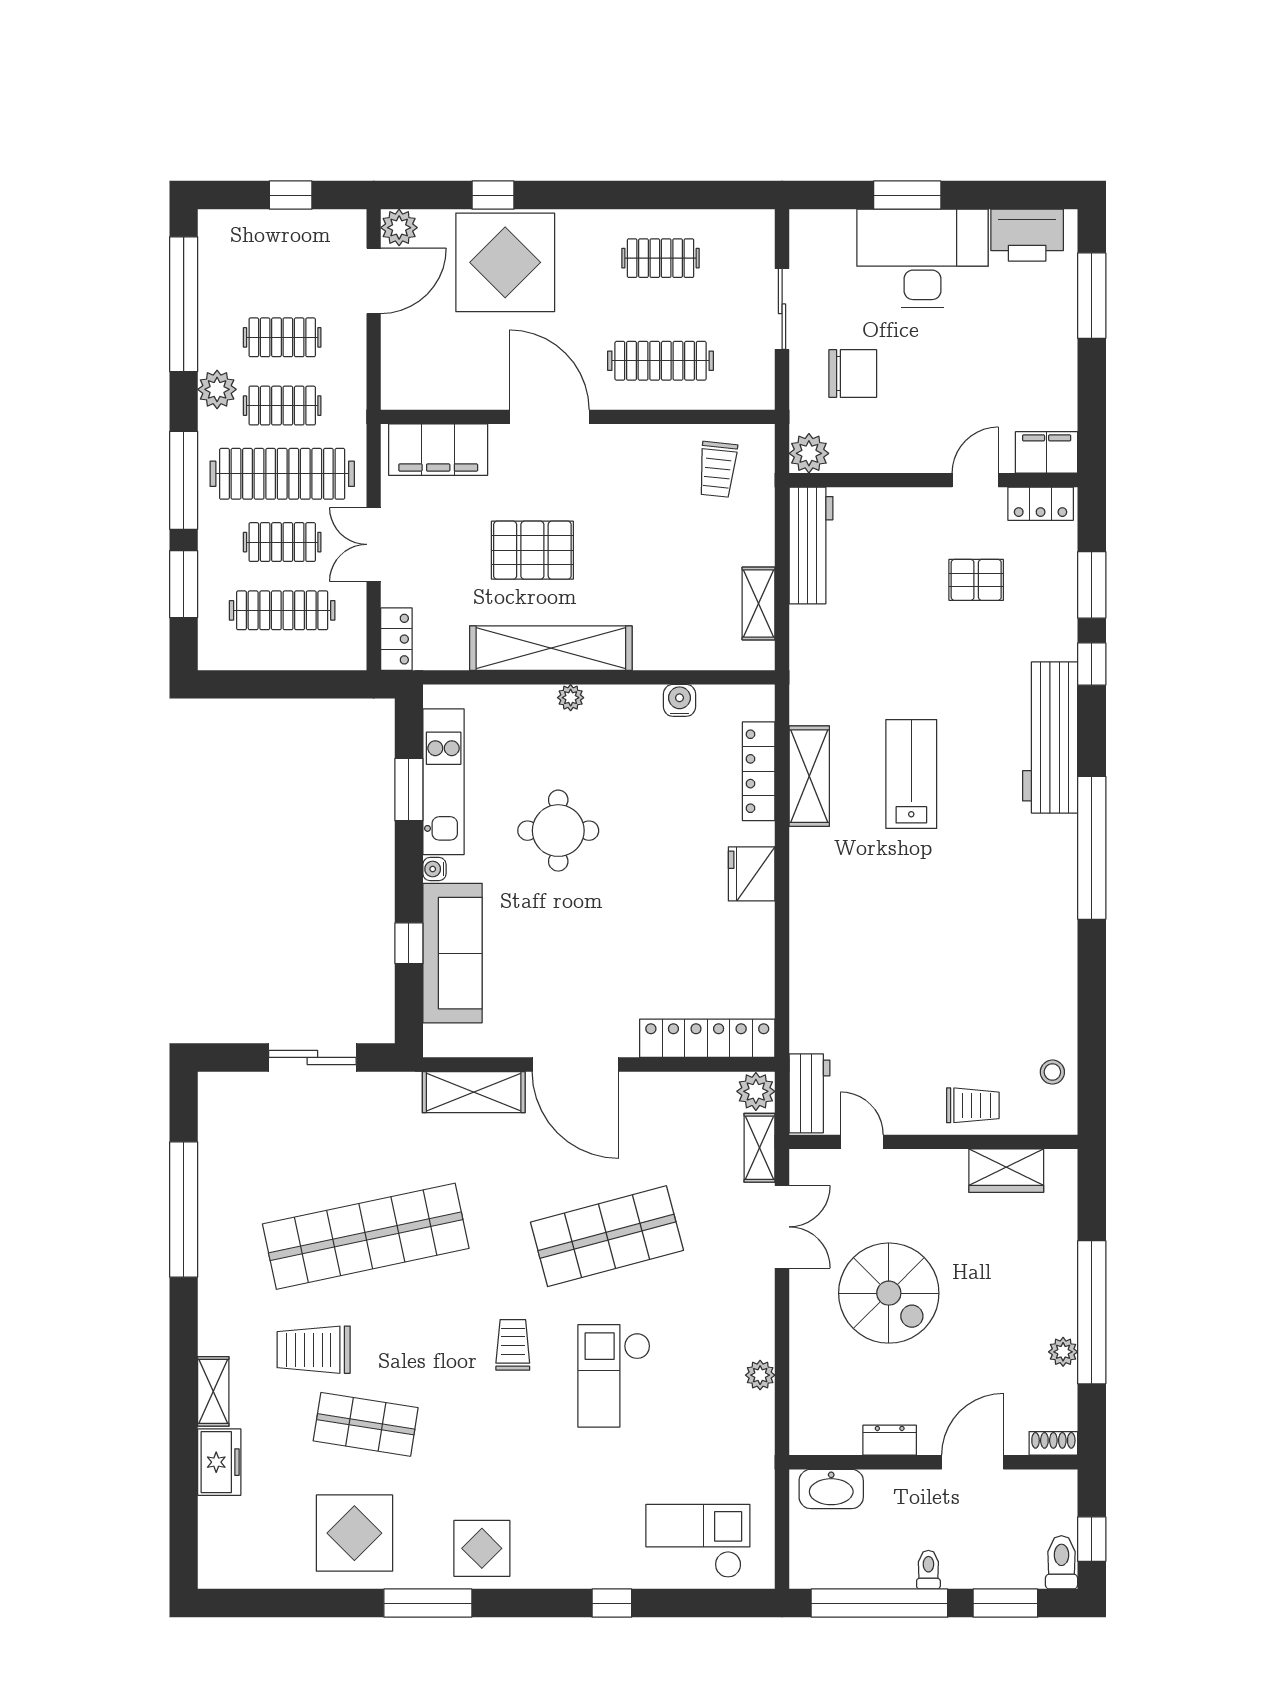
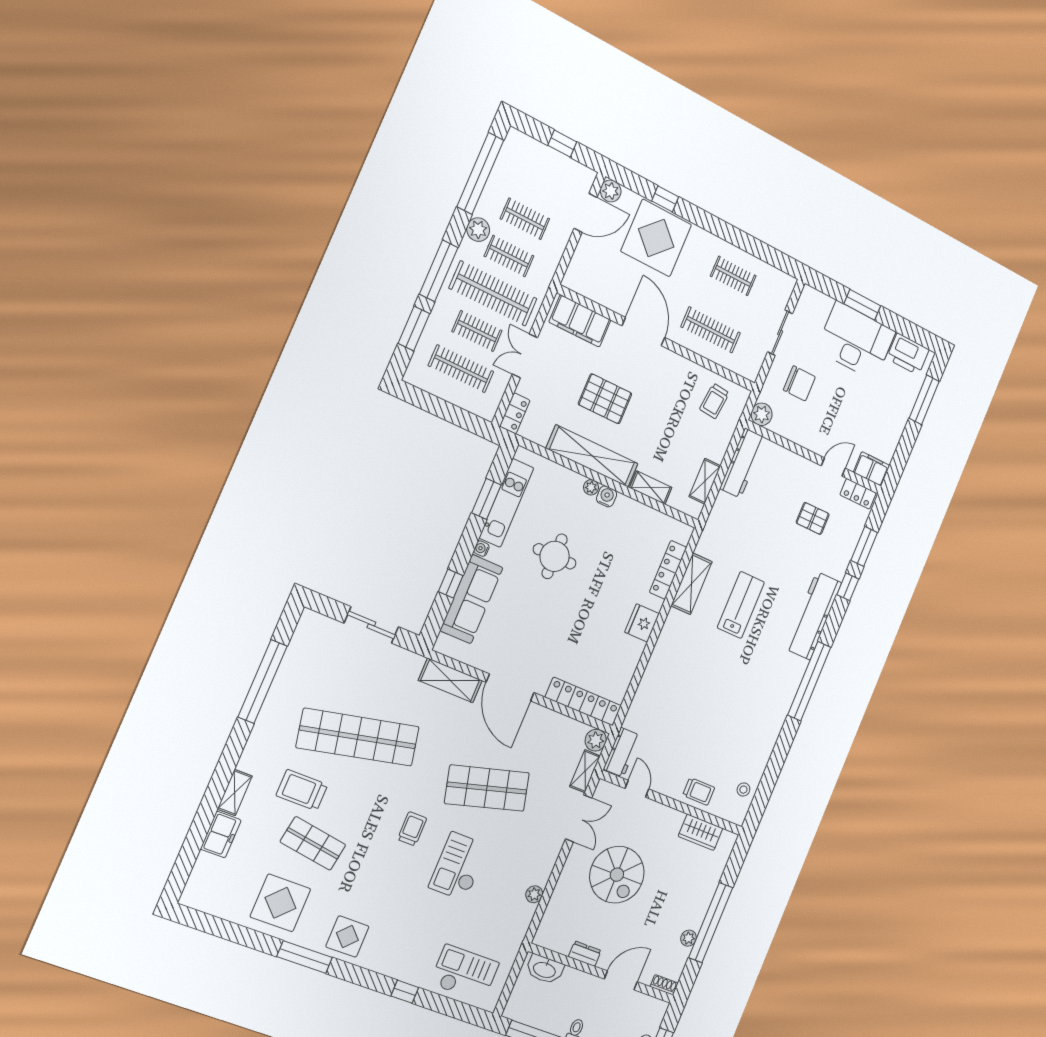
shelving: (671, 654) -> (651, 488), added
water cooler: (679, 700) -> (607, 496), moved

